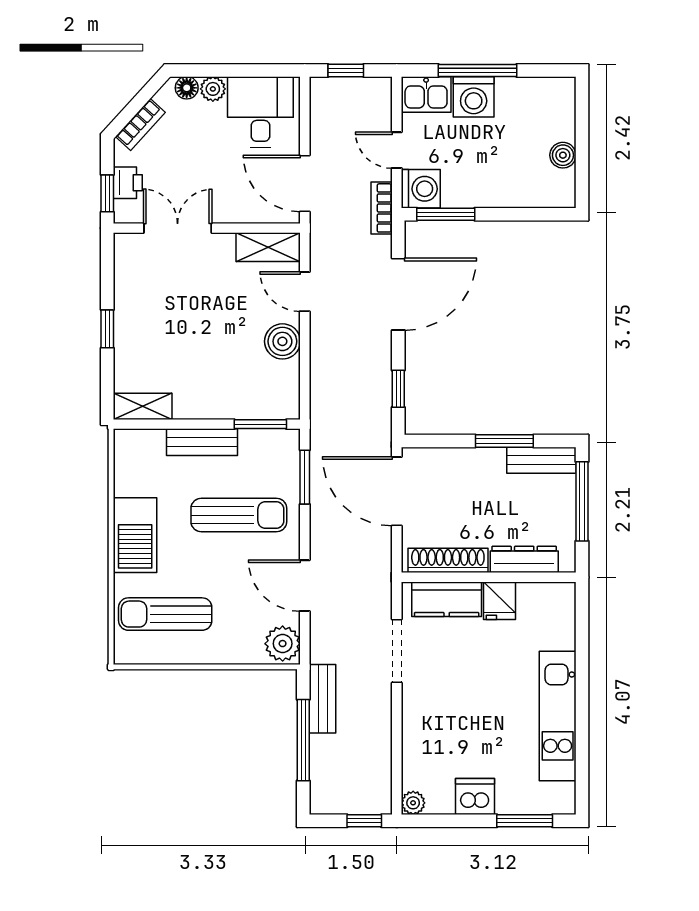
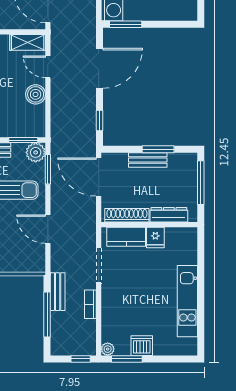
bookcase: (382, 208) -> (90, 304), moved
bench: (541, 460) -> (148, 160), moved
plant: (283, 644) -> (36, 152), moved
window: (525, 821) -> (127, 359), moved

